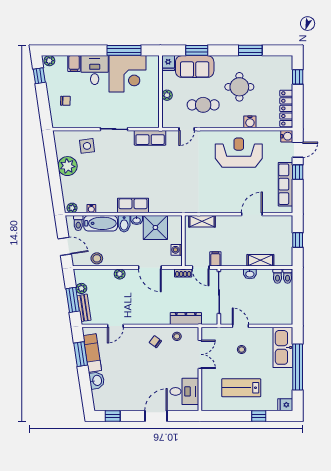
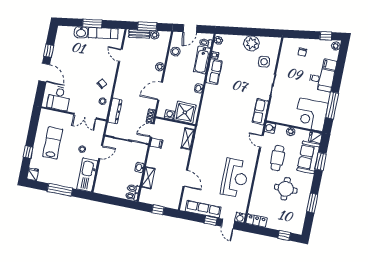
corner desk: (128, 74) -> (311, 115), moved
locker: (286, 108) -> (257, 221), width x0.66
water cooler: (250, 122) -> (270, 128), moved
row of seats: (133, 206) -> (214, 72), moved
bidet: (124, 224) -> (198, 78), removed
shower: (155, 227) -> (185, 112), moved
kitchen sink: (283, 347) -> (87, 175), moved, turned -90
window: (81, 354) -> (92, 23), moved
window: (298, 367) -> (60, 190), width x0.68
window: (113, 416) -> (49, 51), moved

